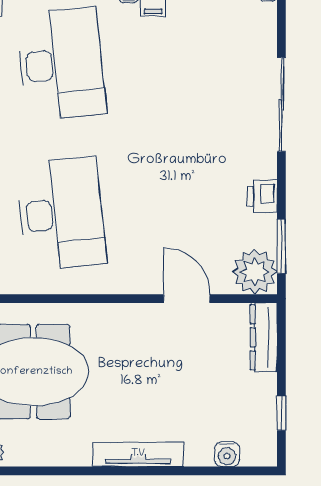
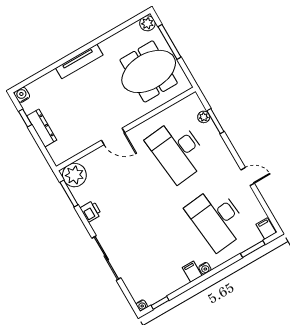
door: (187, 299) -> (113, 136), moved
dresser: (264, 337) -> (42, 128), moved
water cooler: (227, 454) -> (22, 95), moved

